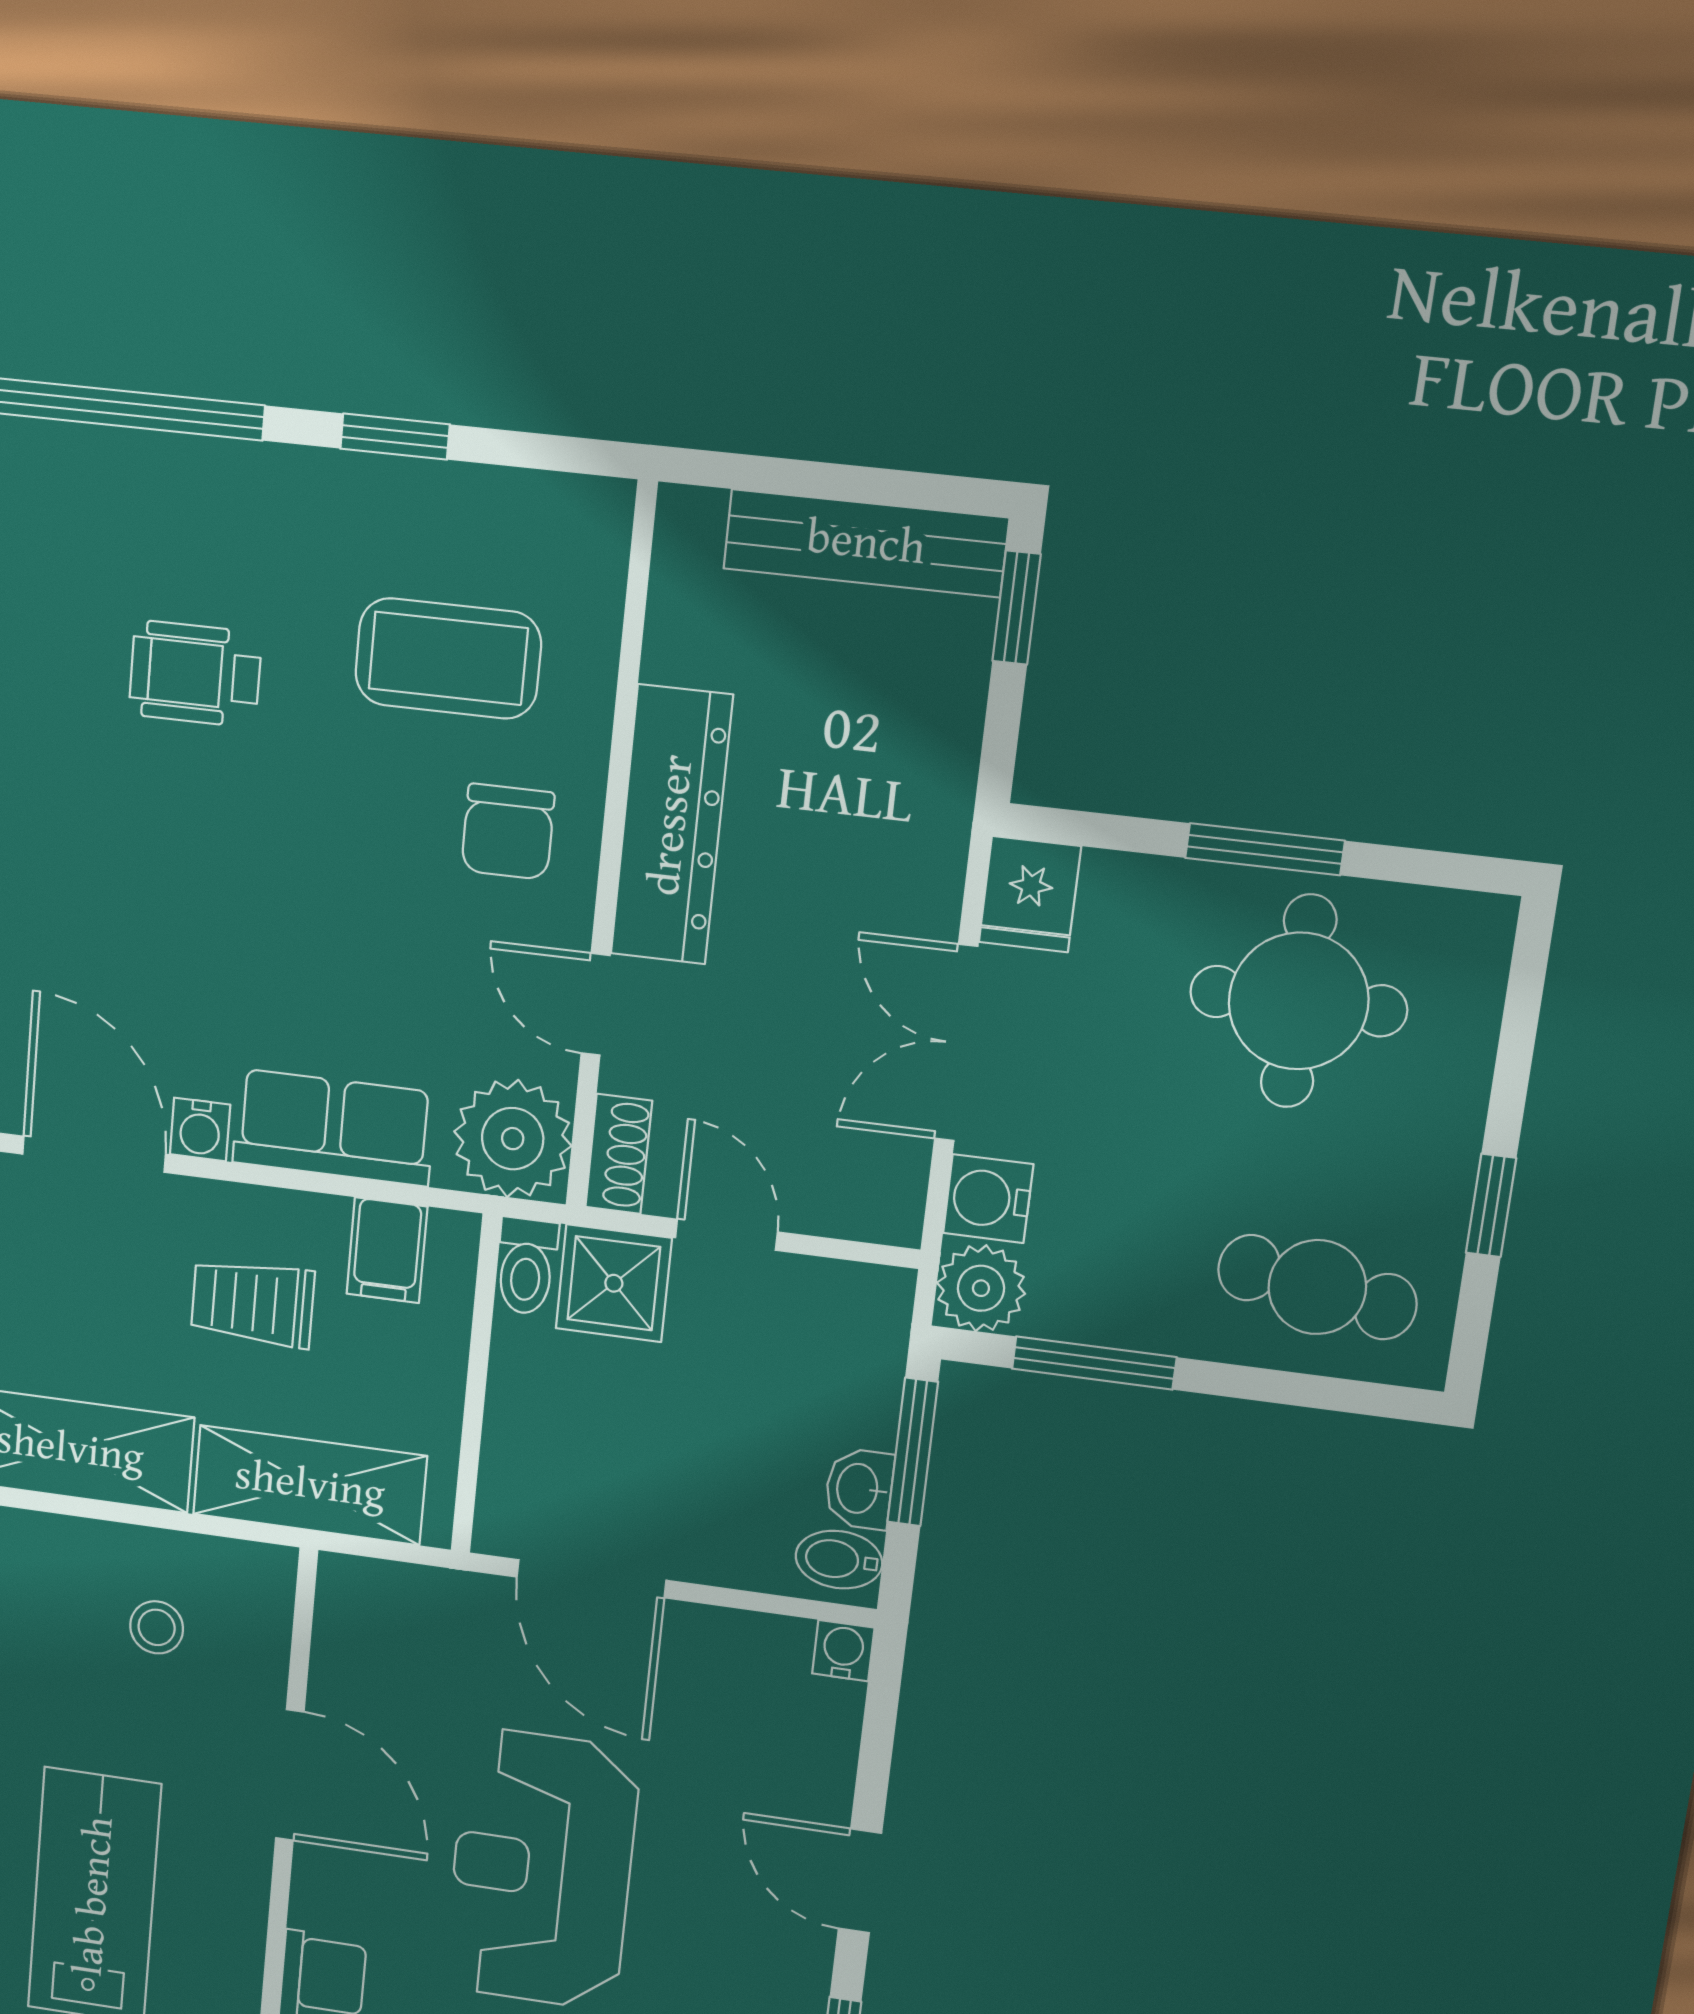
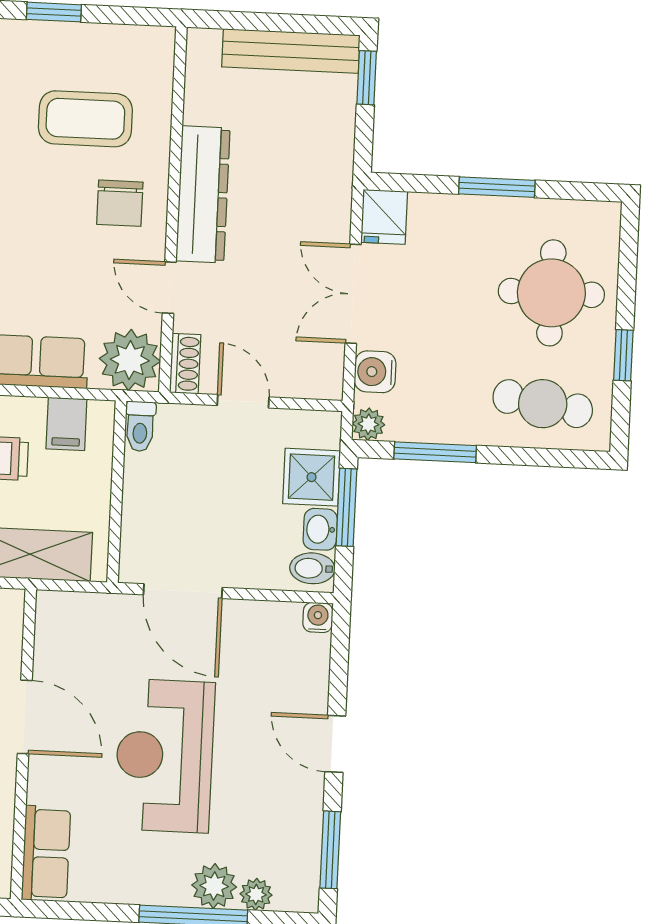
round table: (1299, 1001) -> (551, 293), moved
shower: (614, 1283) -> (312, 477), moved
plant: (981, 1288) -> (368, 424), width x0.73, depth x0.73

